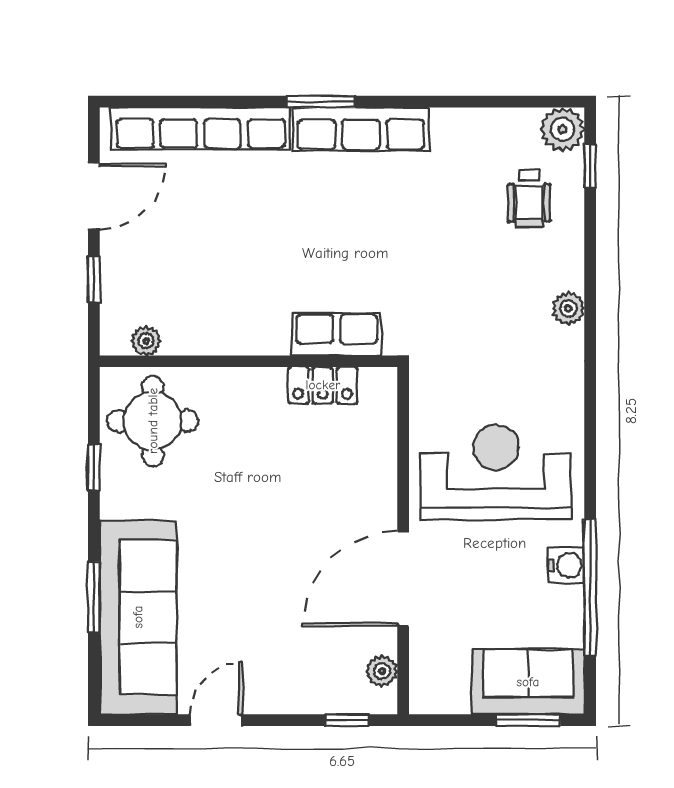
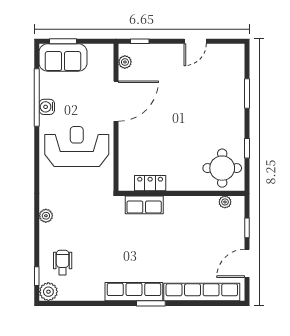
reception desk: (496, 472) -> (77, 146), turned 180
sofa: (138, 617) -> (228, 85), removed

